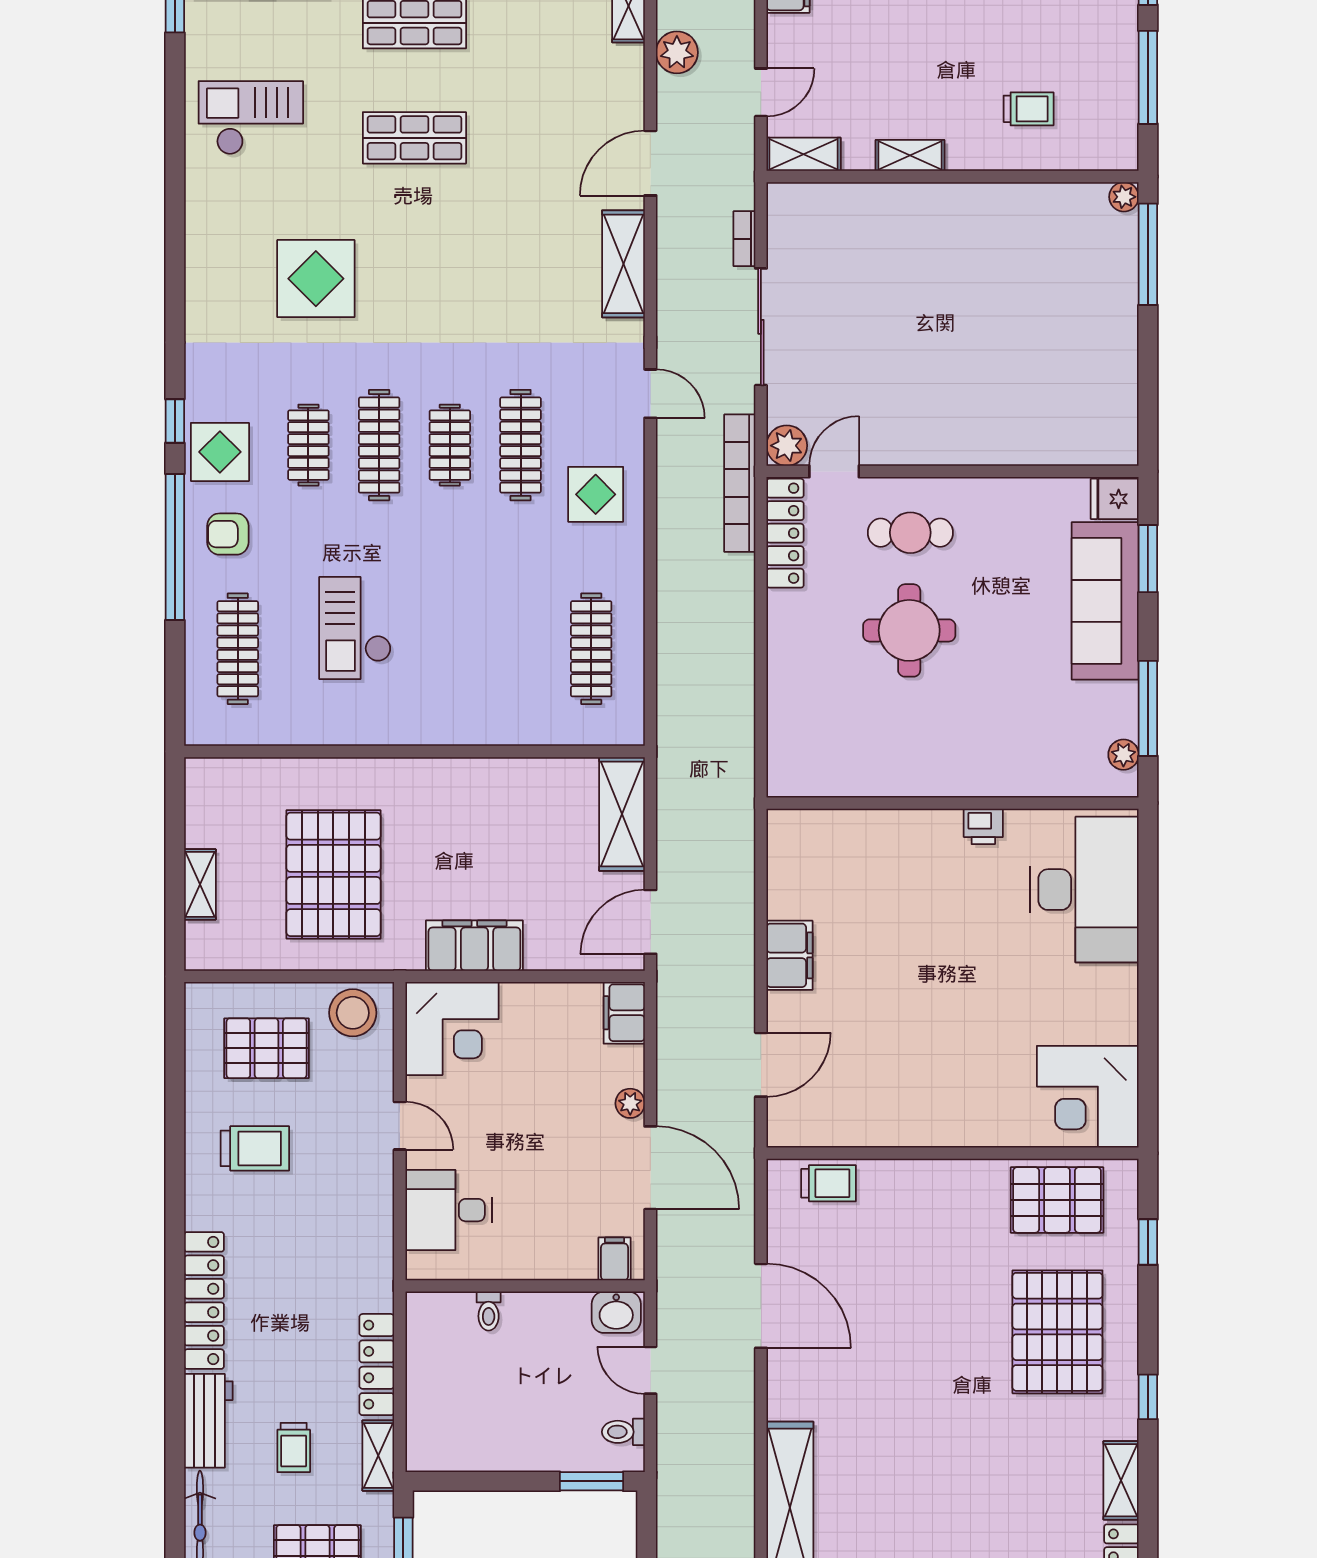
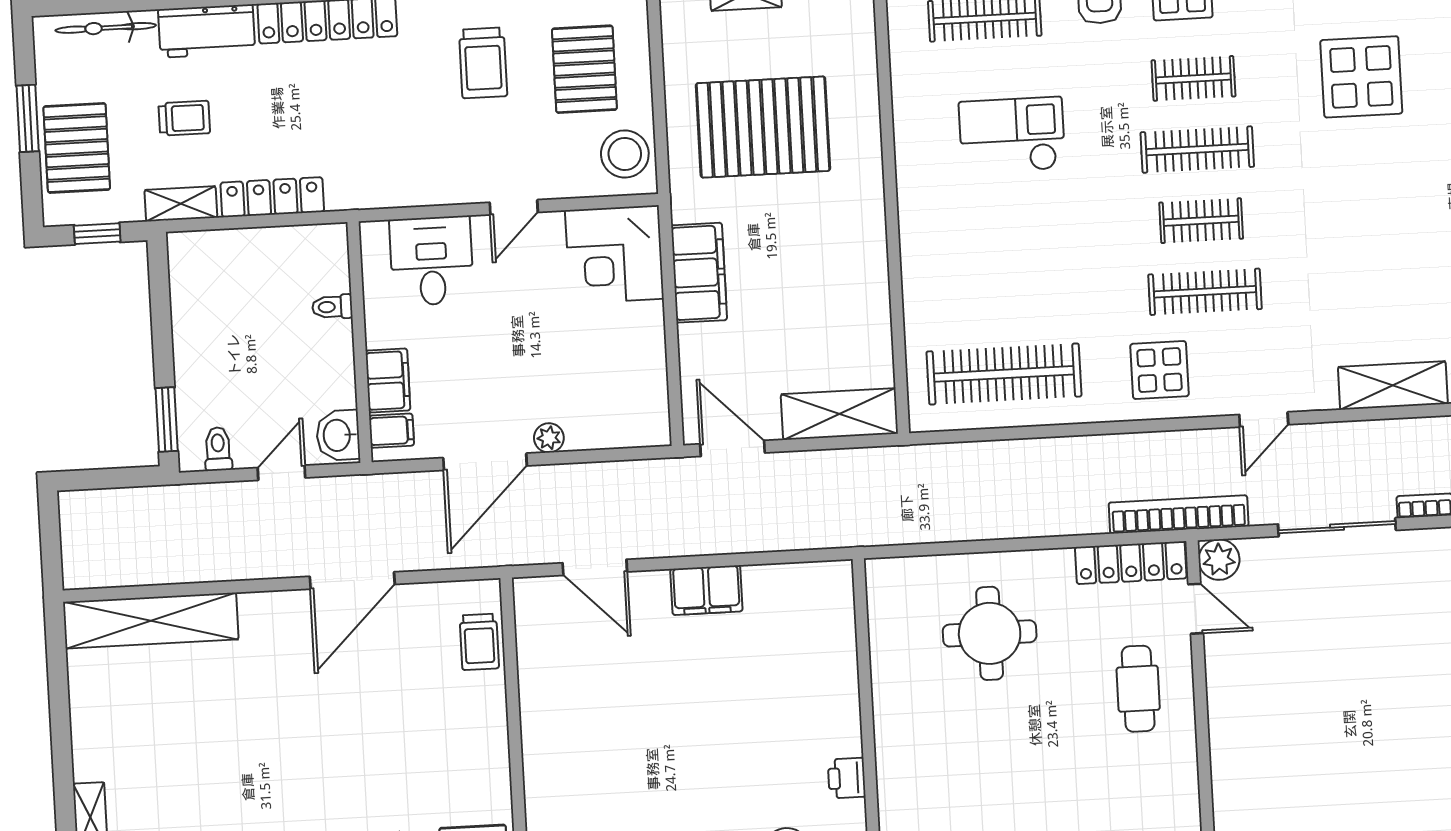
round table: (909, 630) -> (990, 633), moved
clothes rail: (591, 649) -> (1004, 374), width x1.37, depth x1.31
filing cabinet: (624, 1013) -> (388, 380), moved, turned 90
trolley: (294, 1448) -> (184, 118), turned 180

